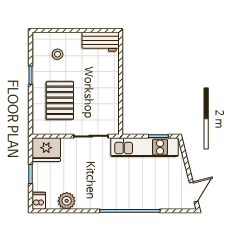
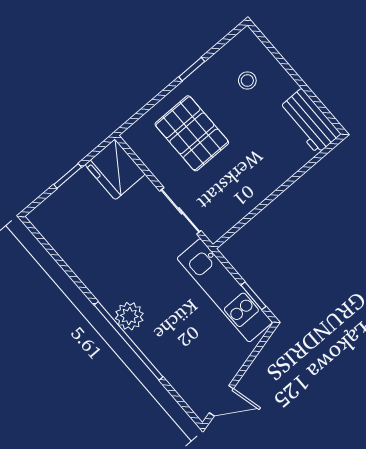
pallet: (60, 100) -> (192, 133), turned 90
dishwasher: (39, 201) -> (43, 215), removed
plant: (67, 201) -> (129, 316), moved

